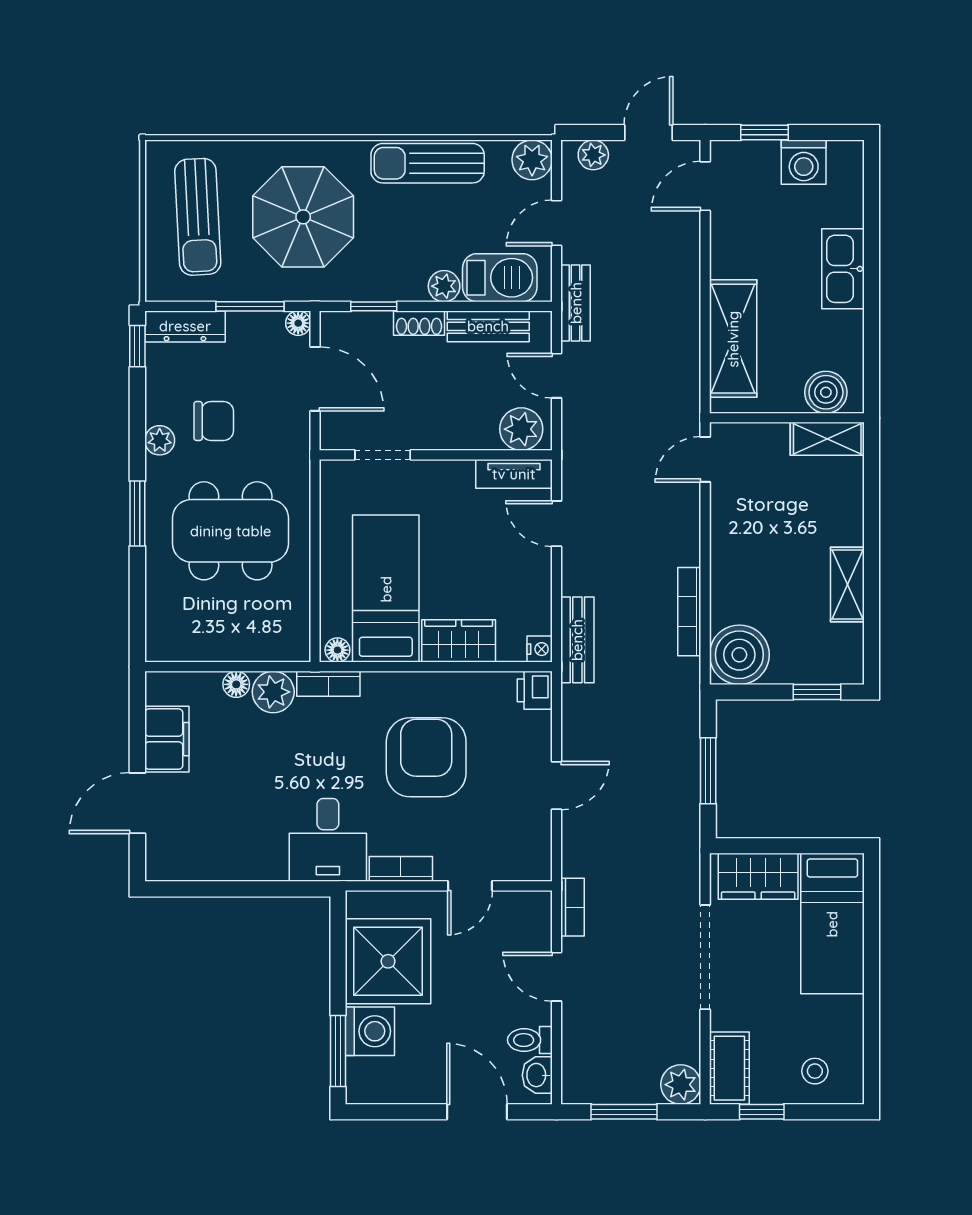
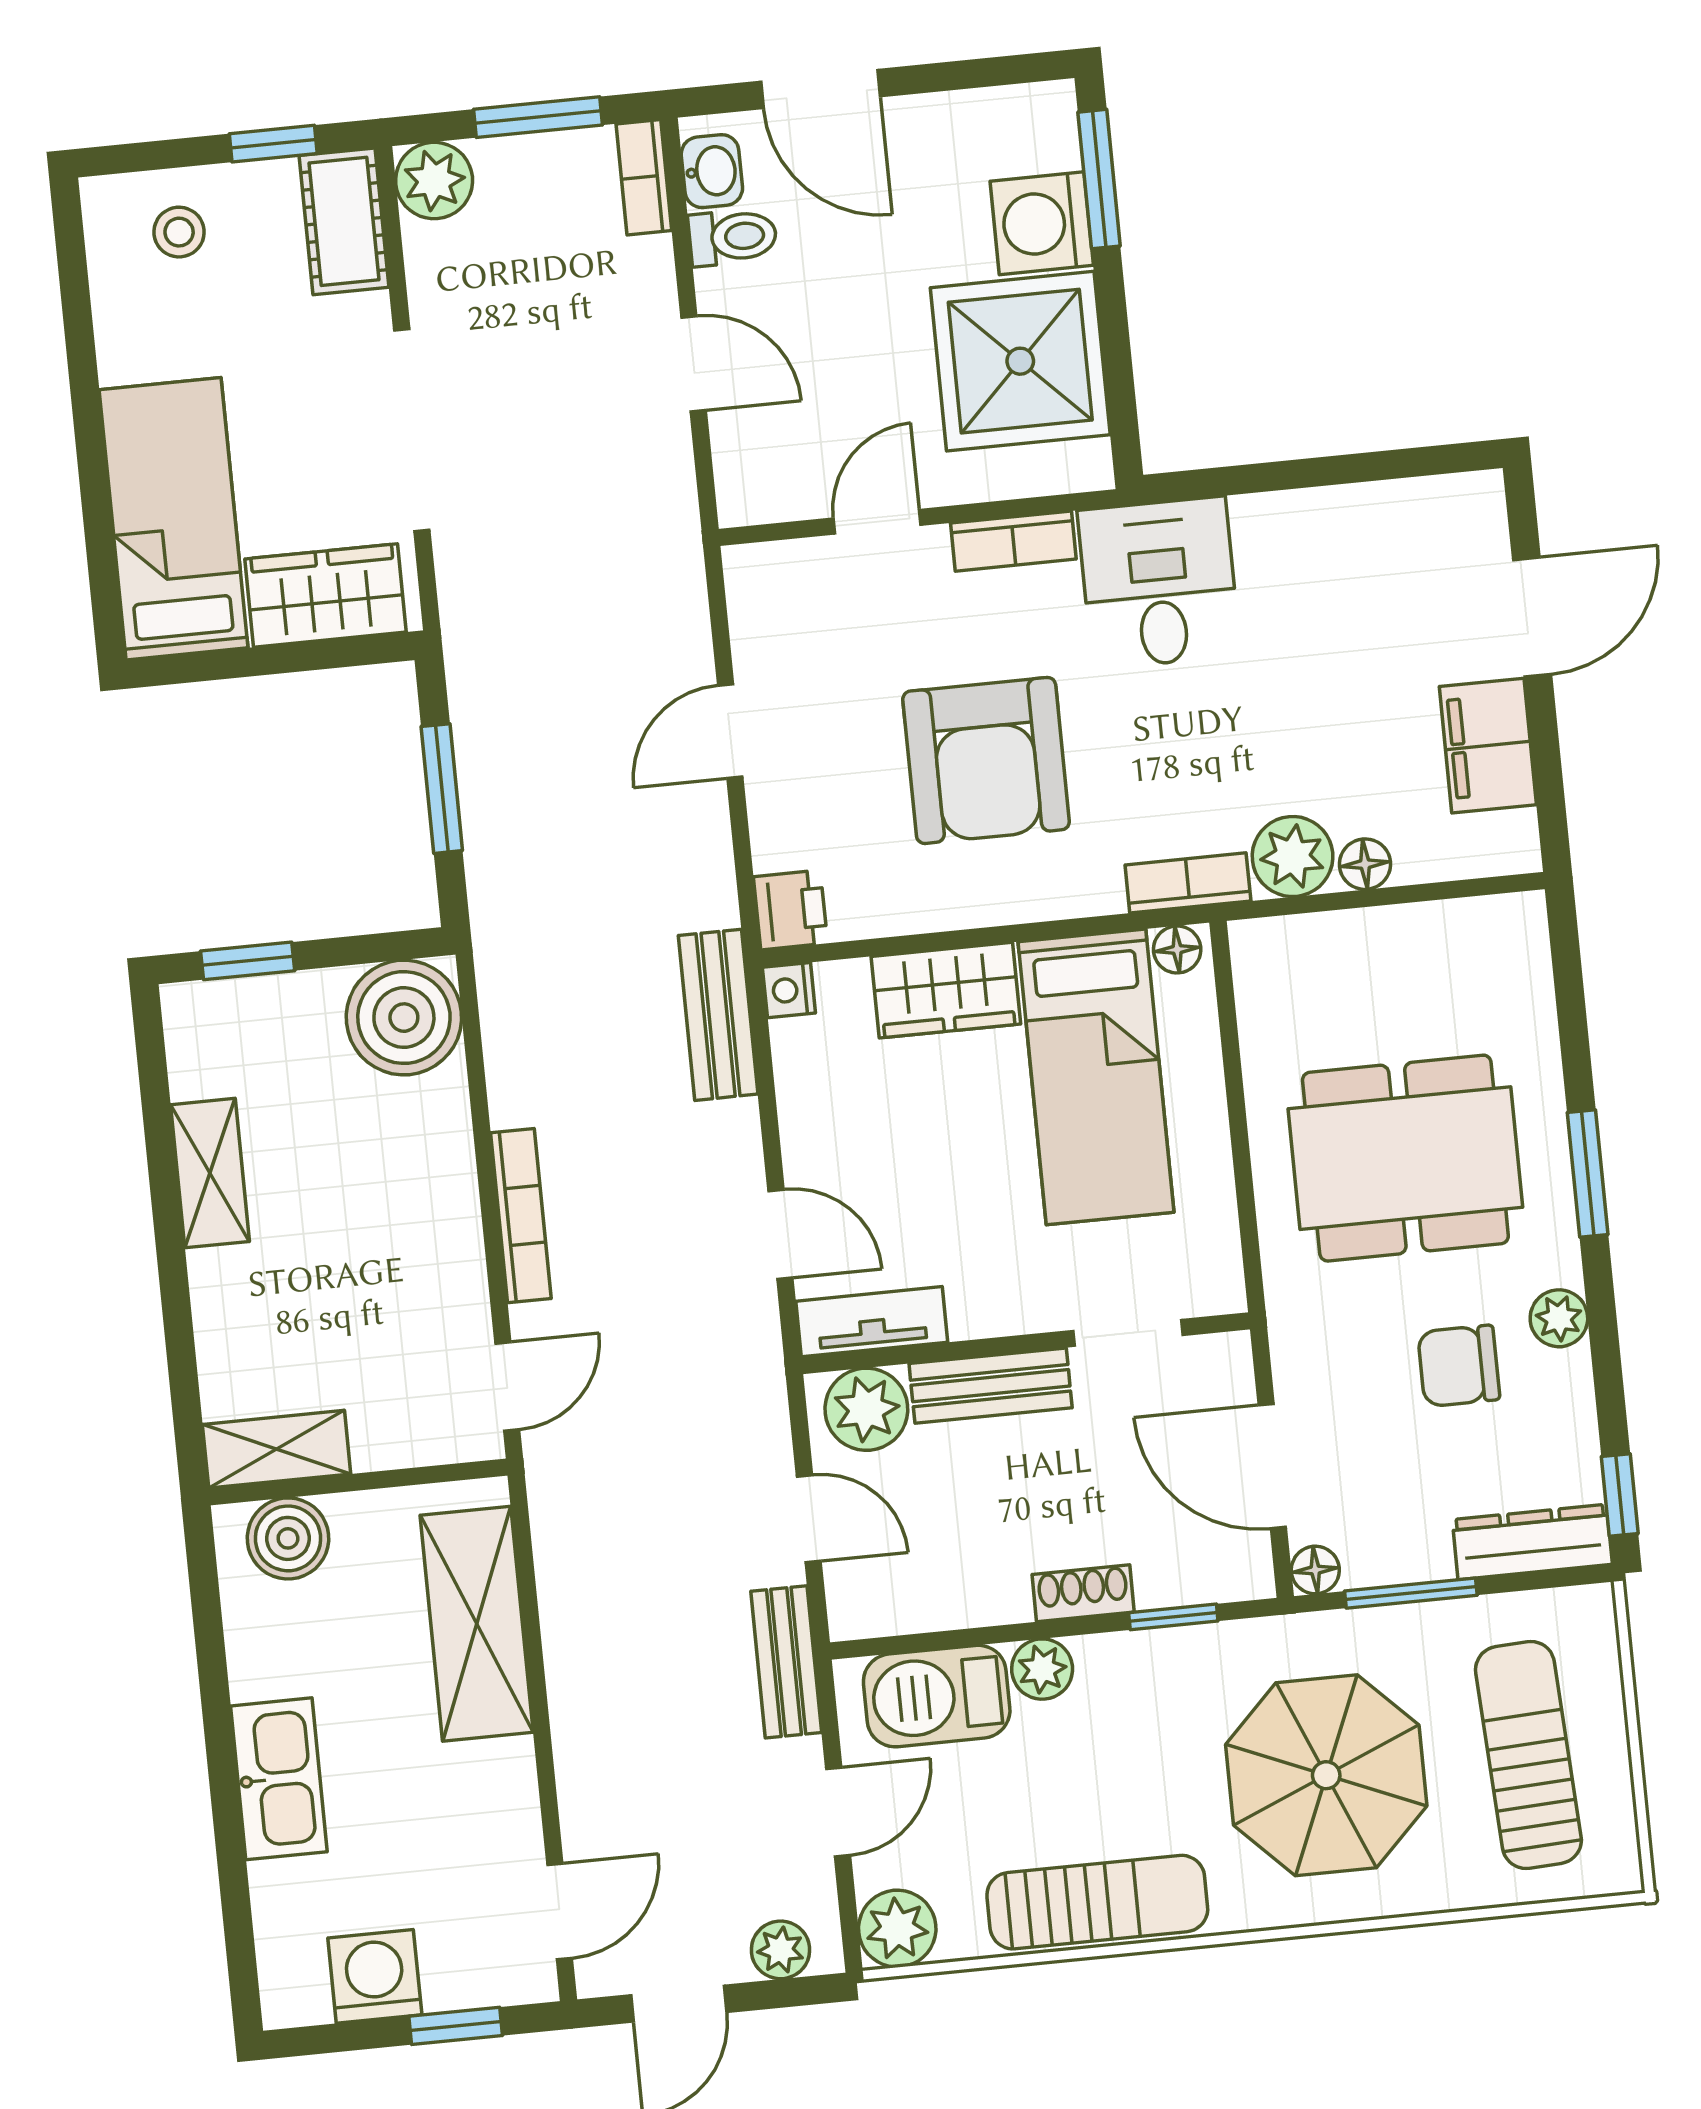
bench: (488, 326) -> (991, 1386), moved
bookcase: (689, 612) -> (521, 1216), moved
bookcase: (573, 907) -> (644, 177), moved

